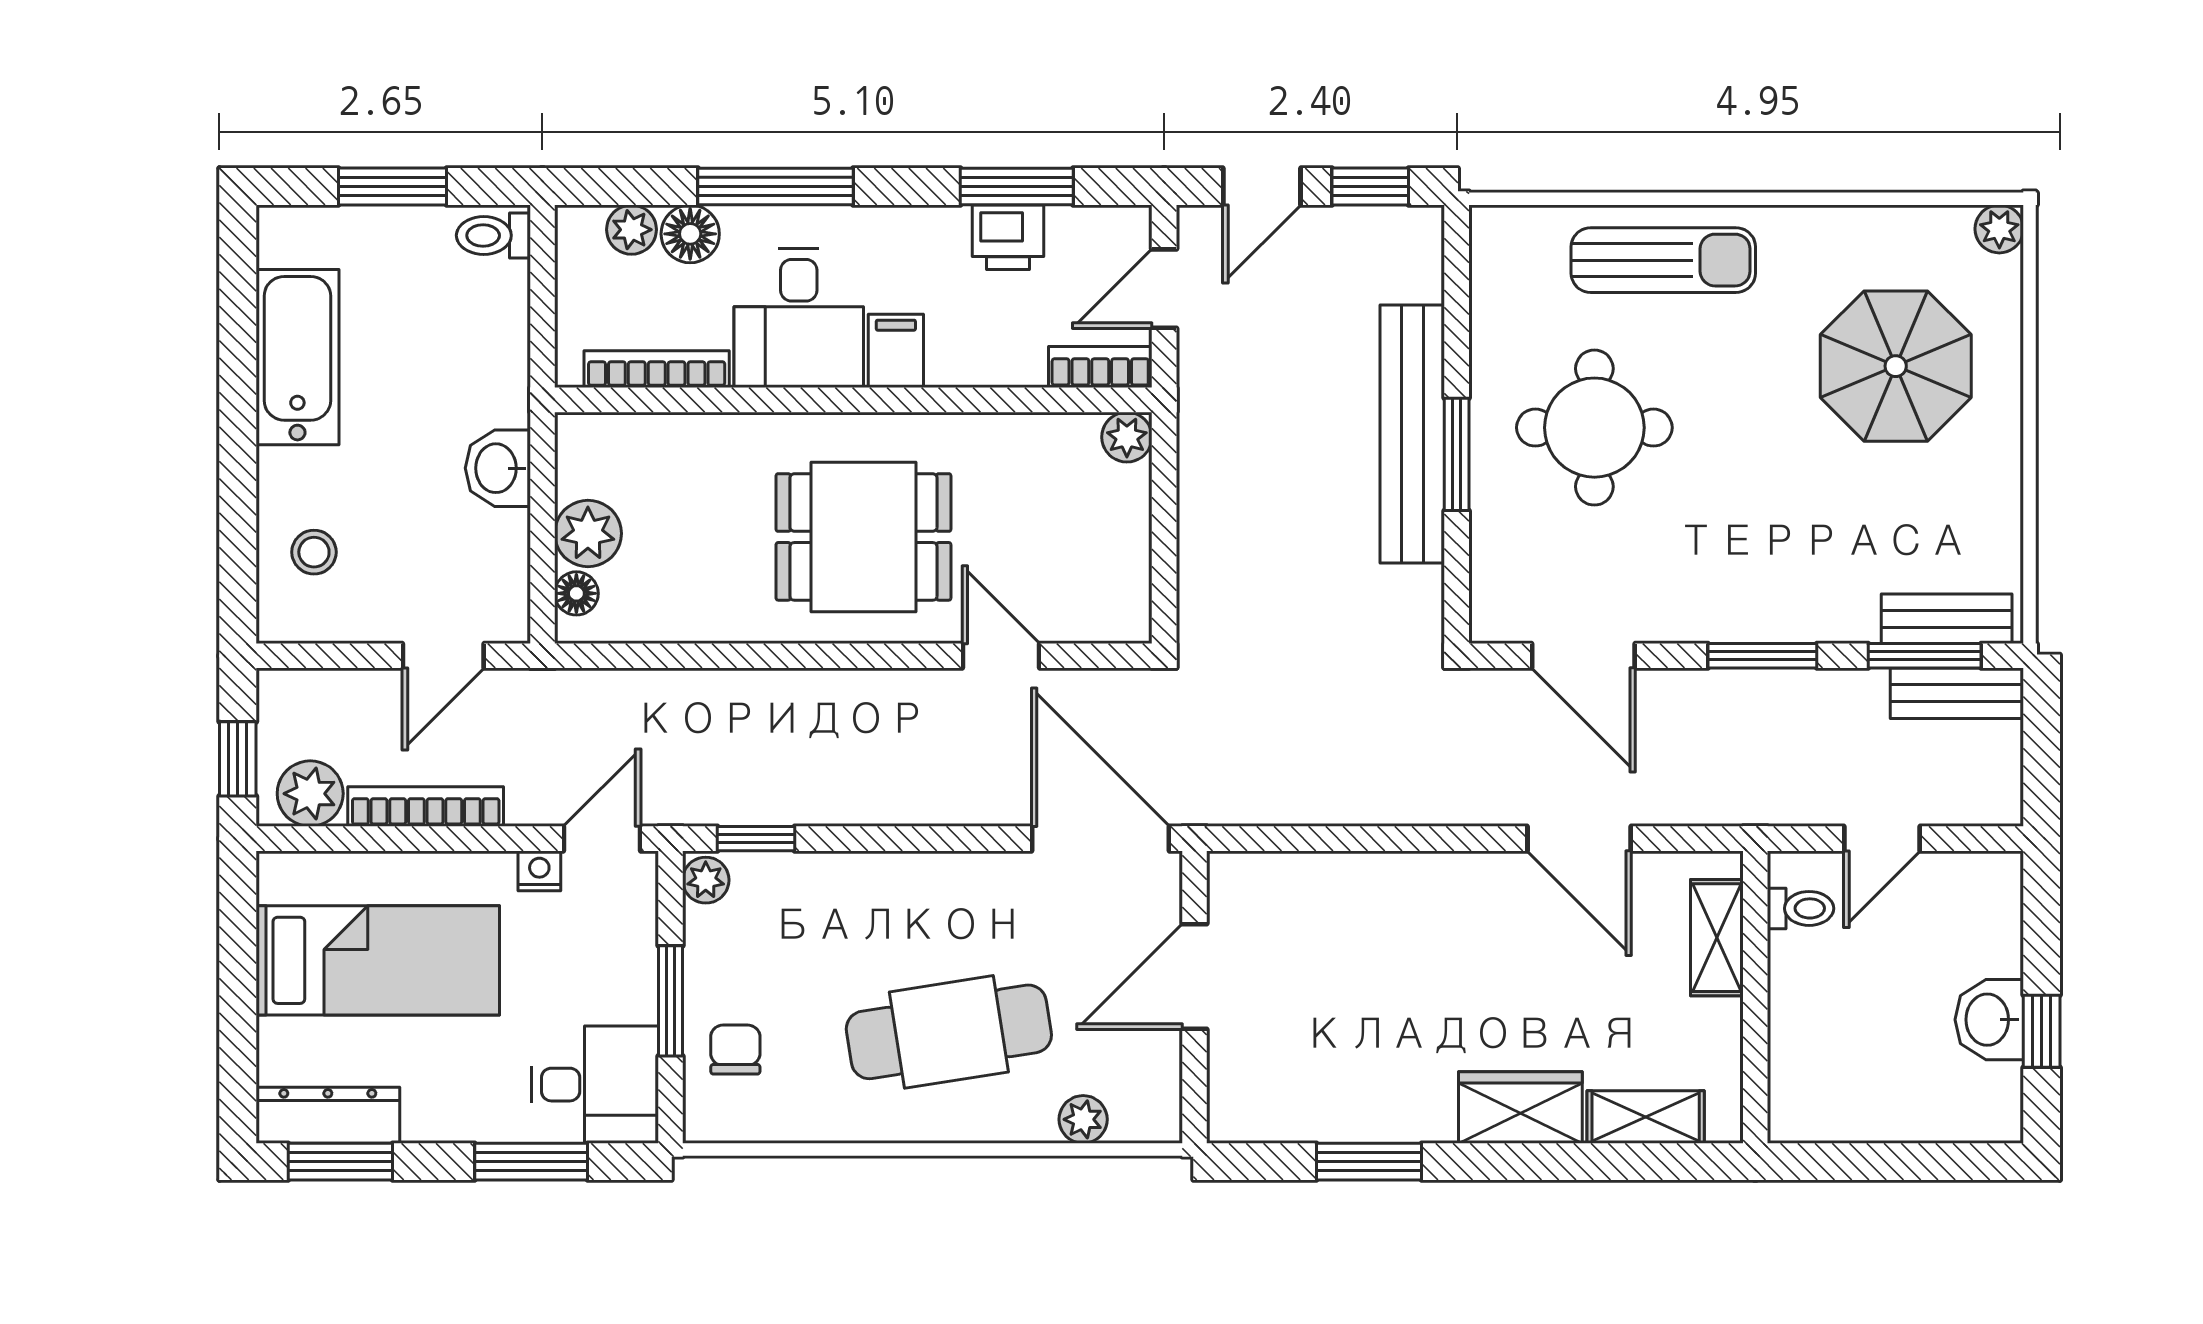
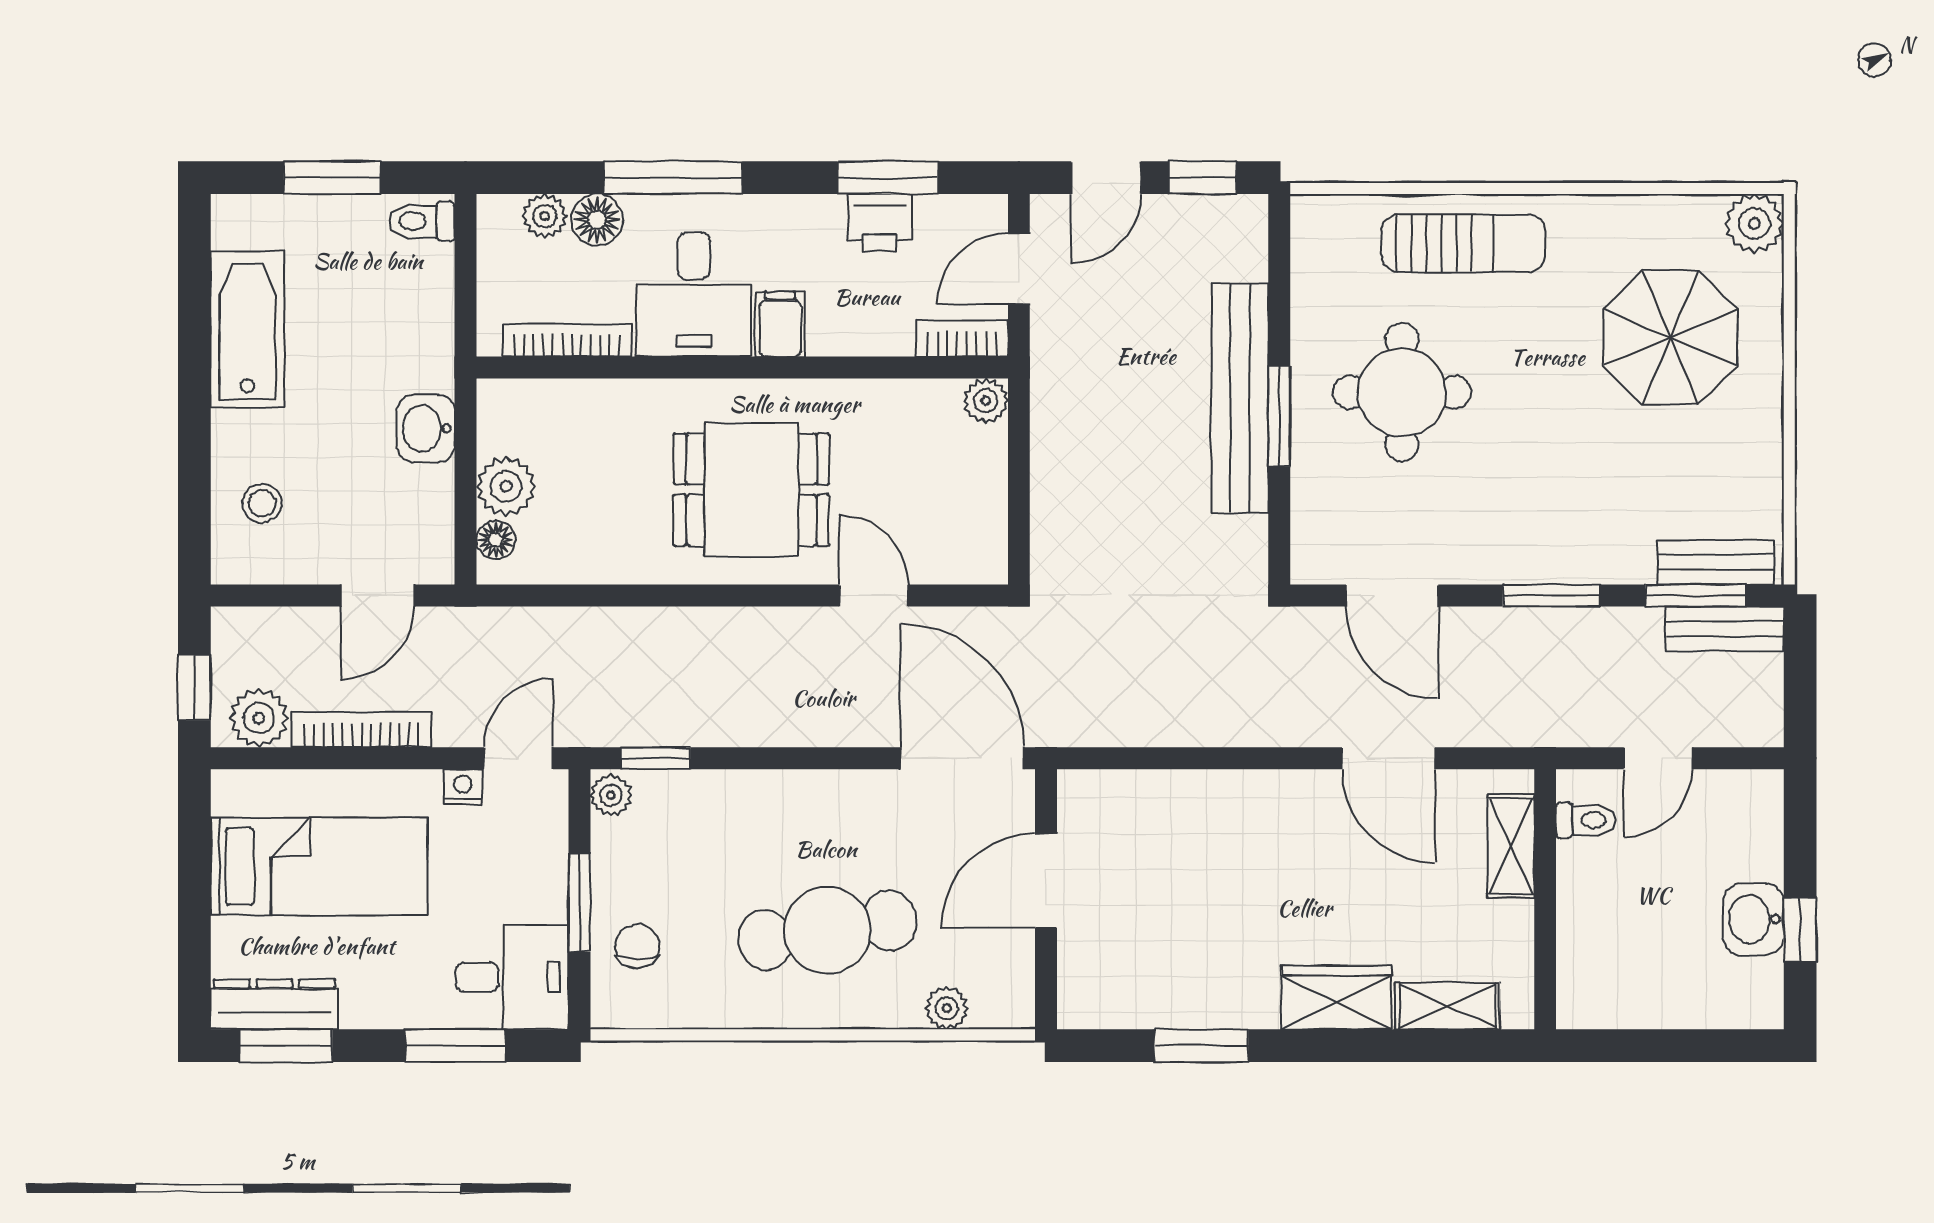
plant: (1999, 229) -> (1754, 223), width x1.38, depth x1.38

